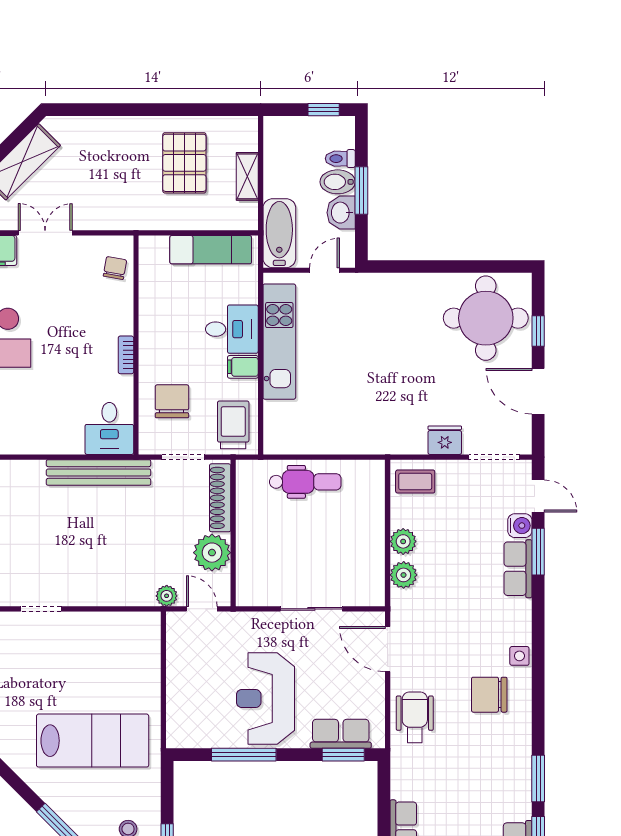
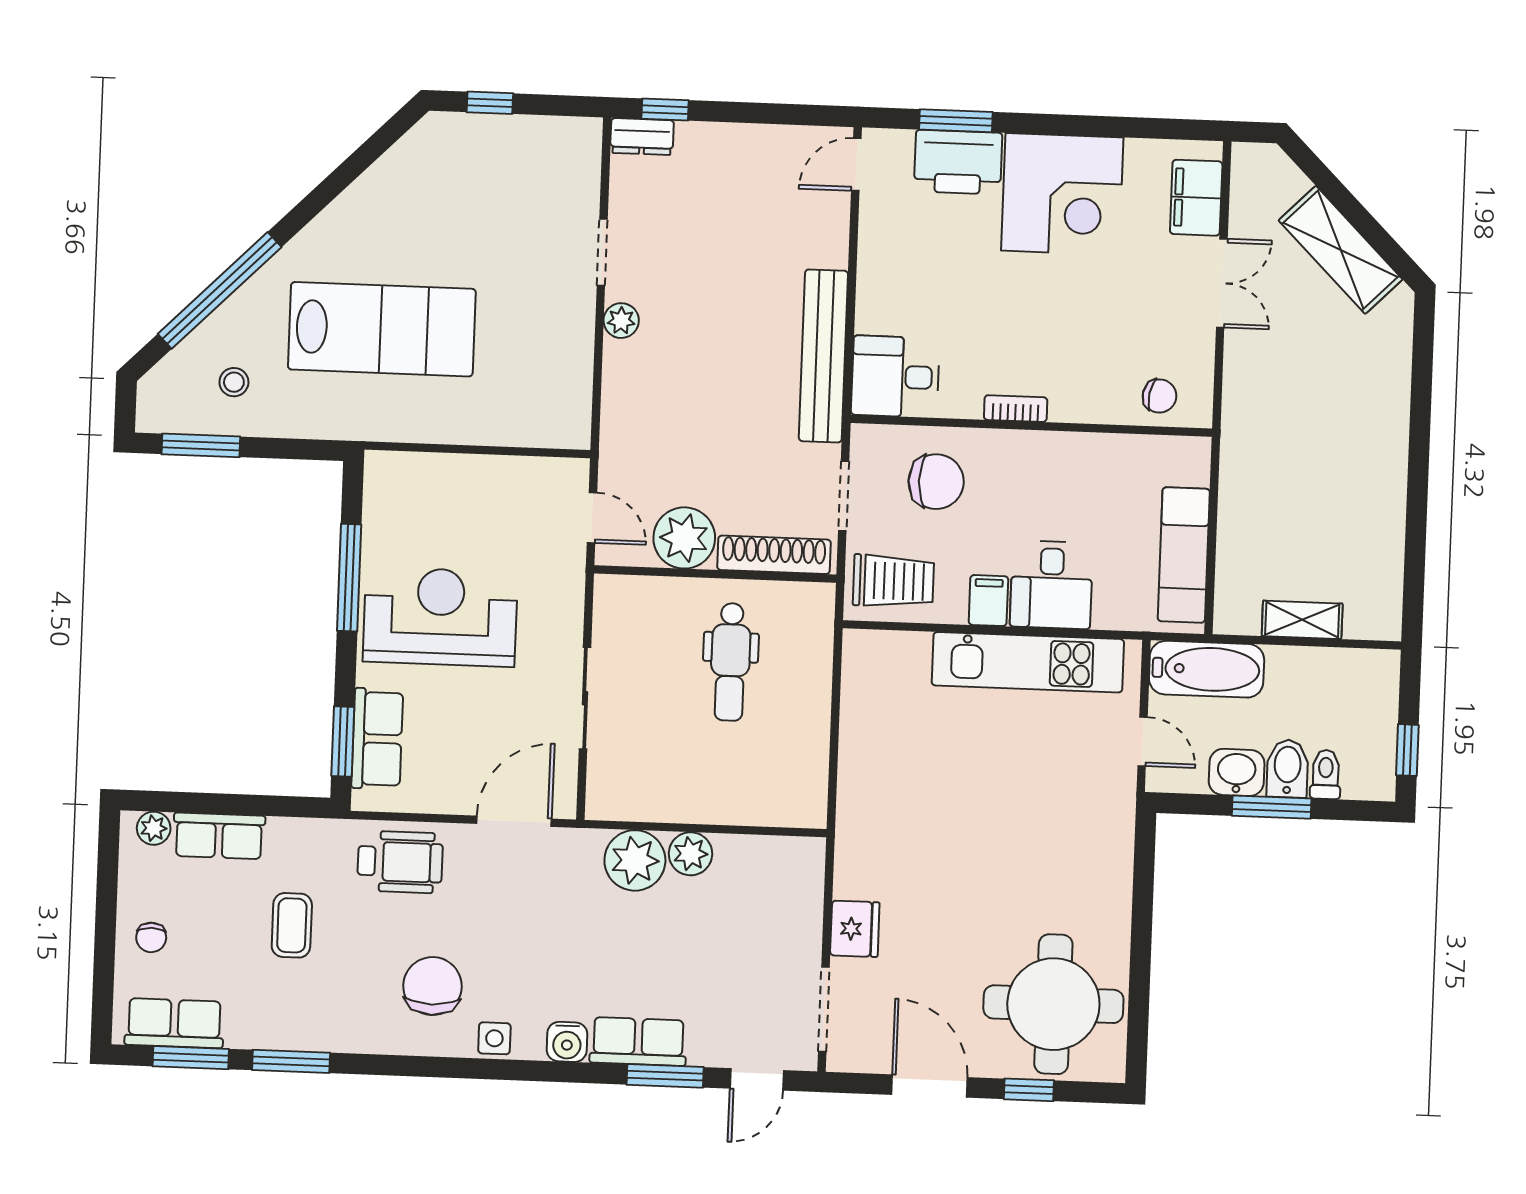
pallet: (184, 163) -> (1328, 517), removed
door: (538, 391) -> (929, 1086), hinge flipped
dental chair: (305, 482) -> (730, 662), moved
coffee table: (415, 482) -> (292, 925), moved
water cooler: (520, 526) -> (567, 1042), moved
plant: (404, 575) -> (635, 860), width x1.36, depth x1.36
plant: (167, 596) -> (621, 321), moved
door: (202, 609) -> (592, 518), hinge flipped
lab bench: (93, 741) -> (382, 329), turned -90

